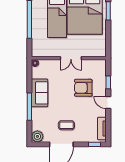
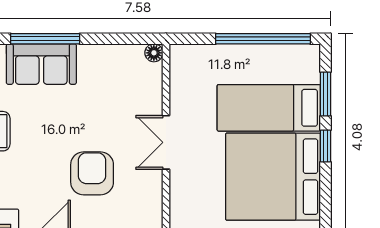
sofa: (40, 93) -> (41, 64), moved

